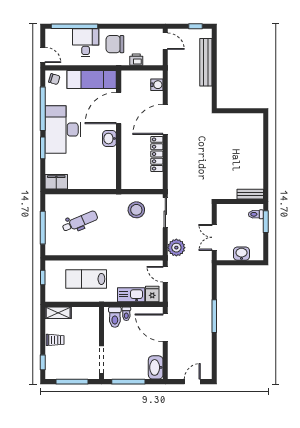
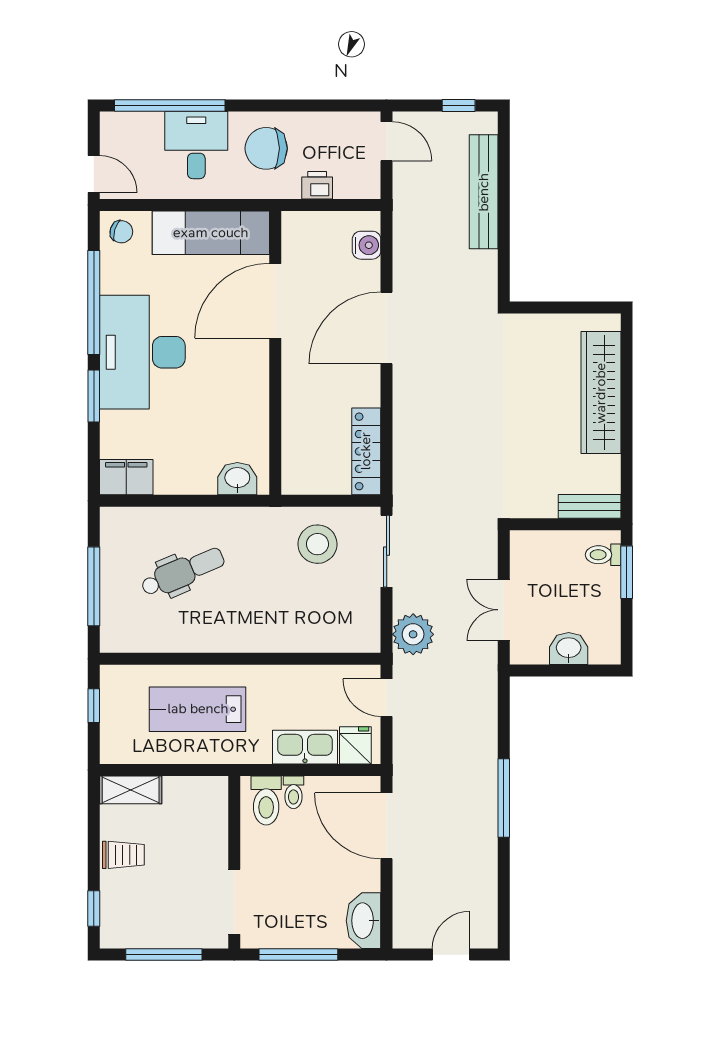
washbasin: (109, 139) -> (237, 479), moved, turned 90
wardrobe: (255, 146) -> (601, 393), added
locker: (157, 154) -> (366, 451), moved

